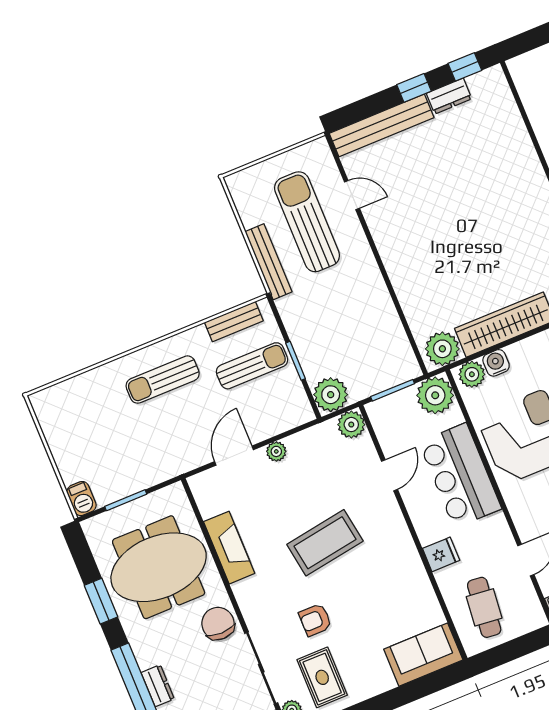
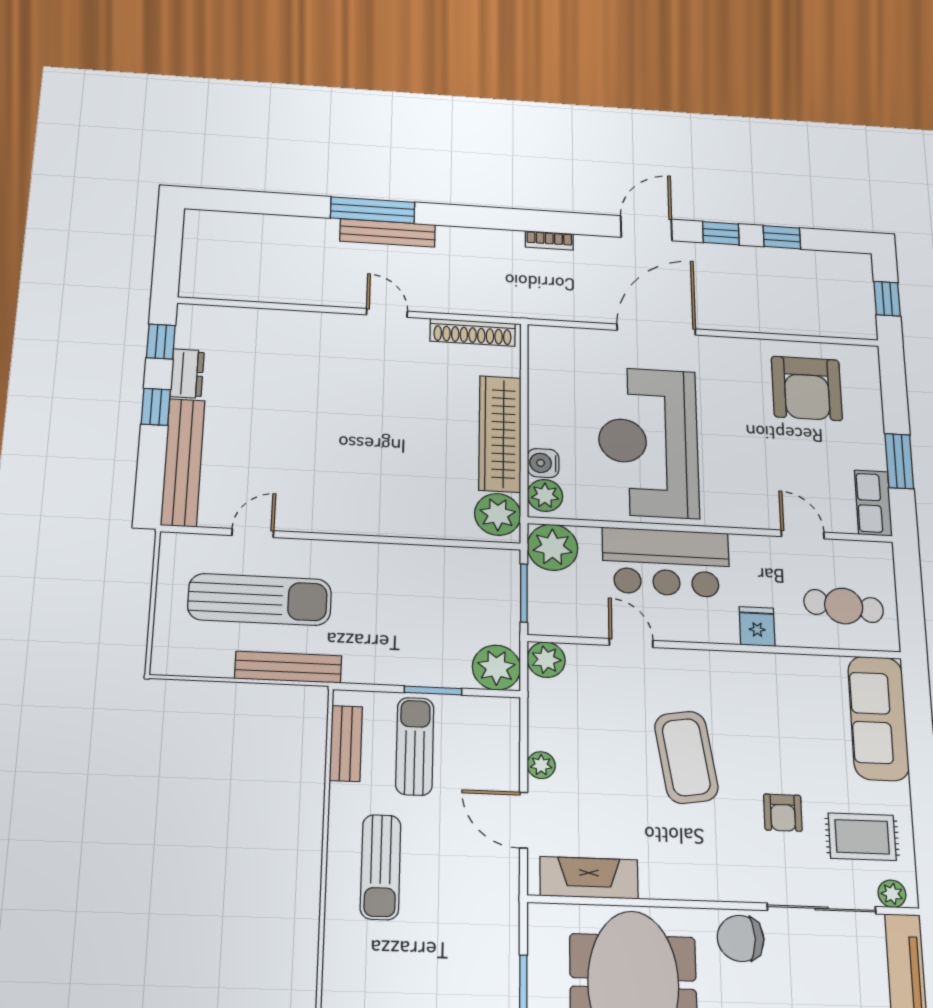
sun lounger: (307, 222) -> (260, 599), turned 180
fireplace: (229, 548) -> (589, 878), moved
sofa: (423, 655) -> (878, 718), width x1.36

